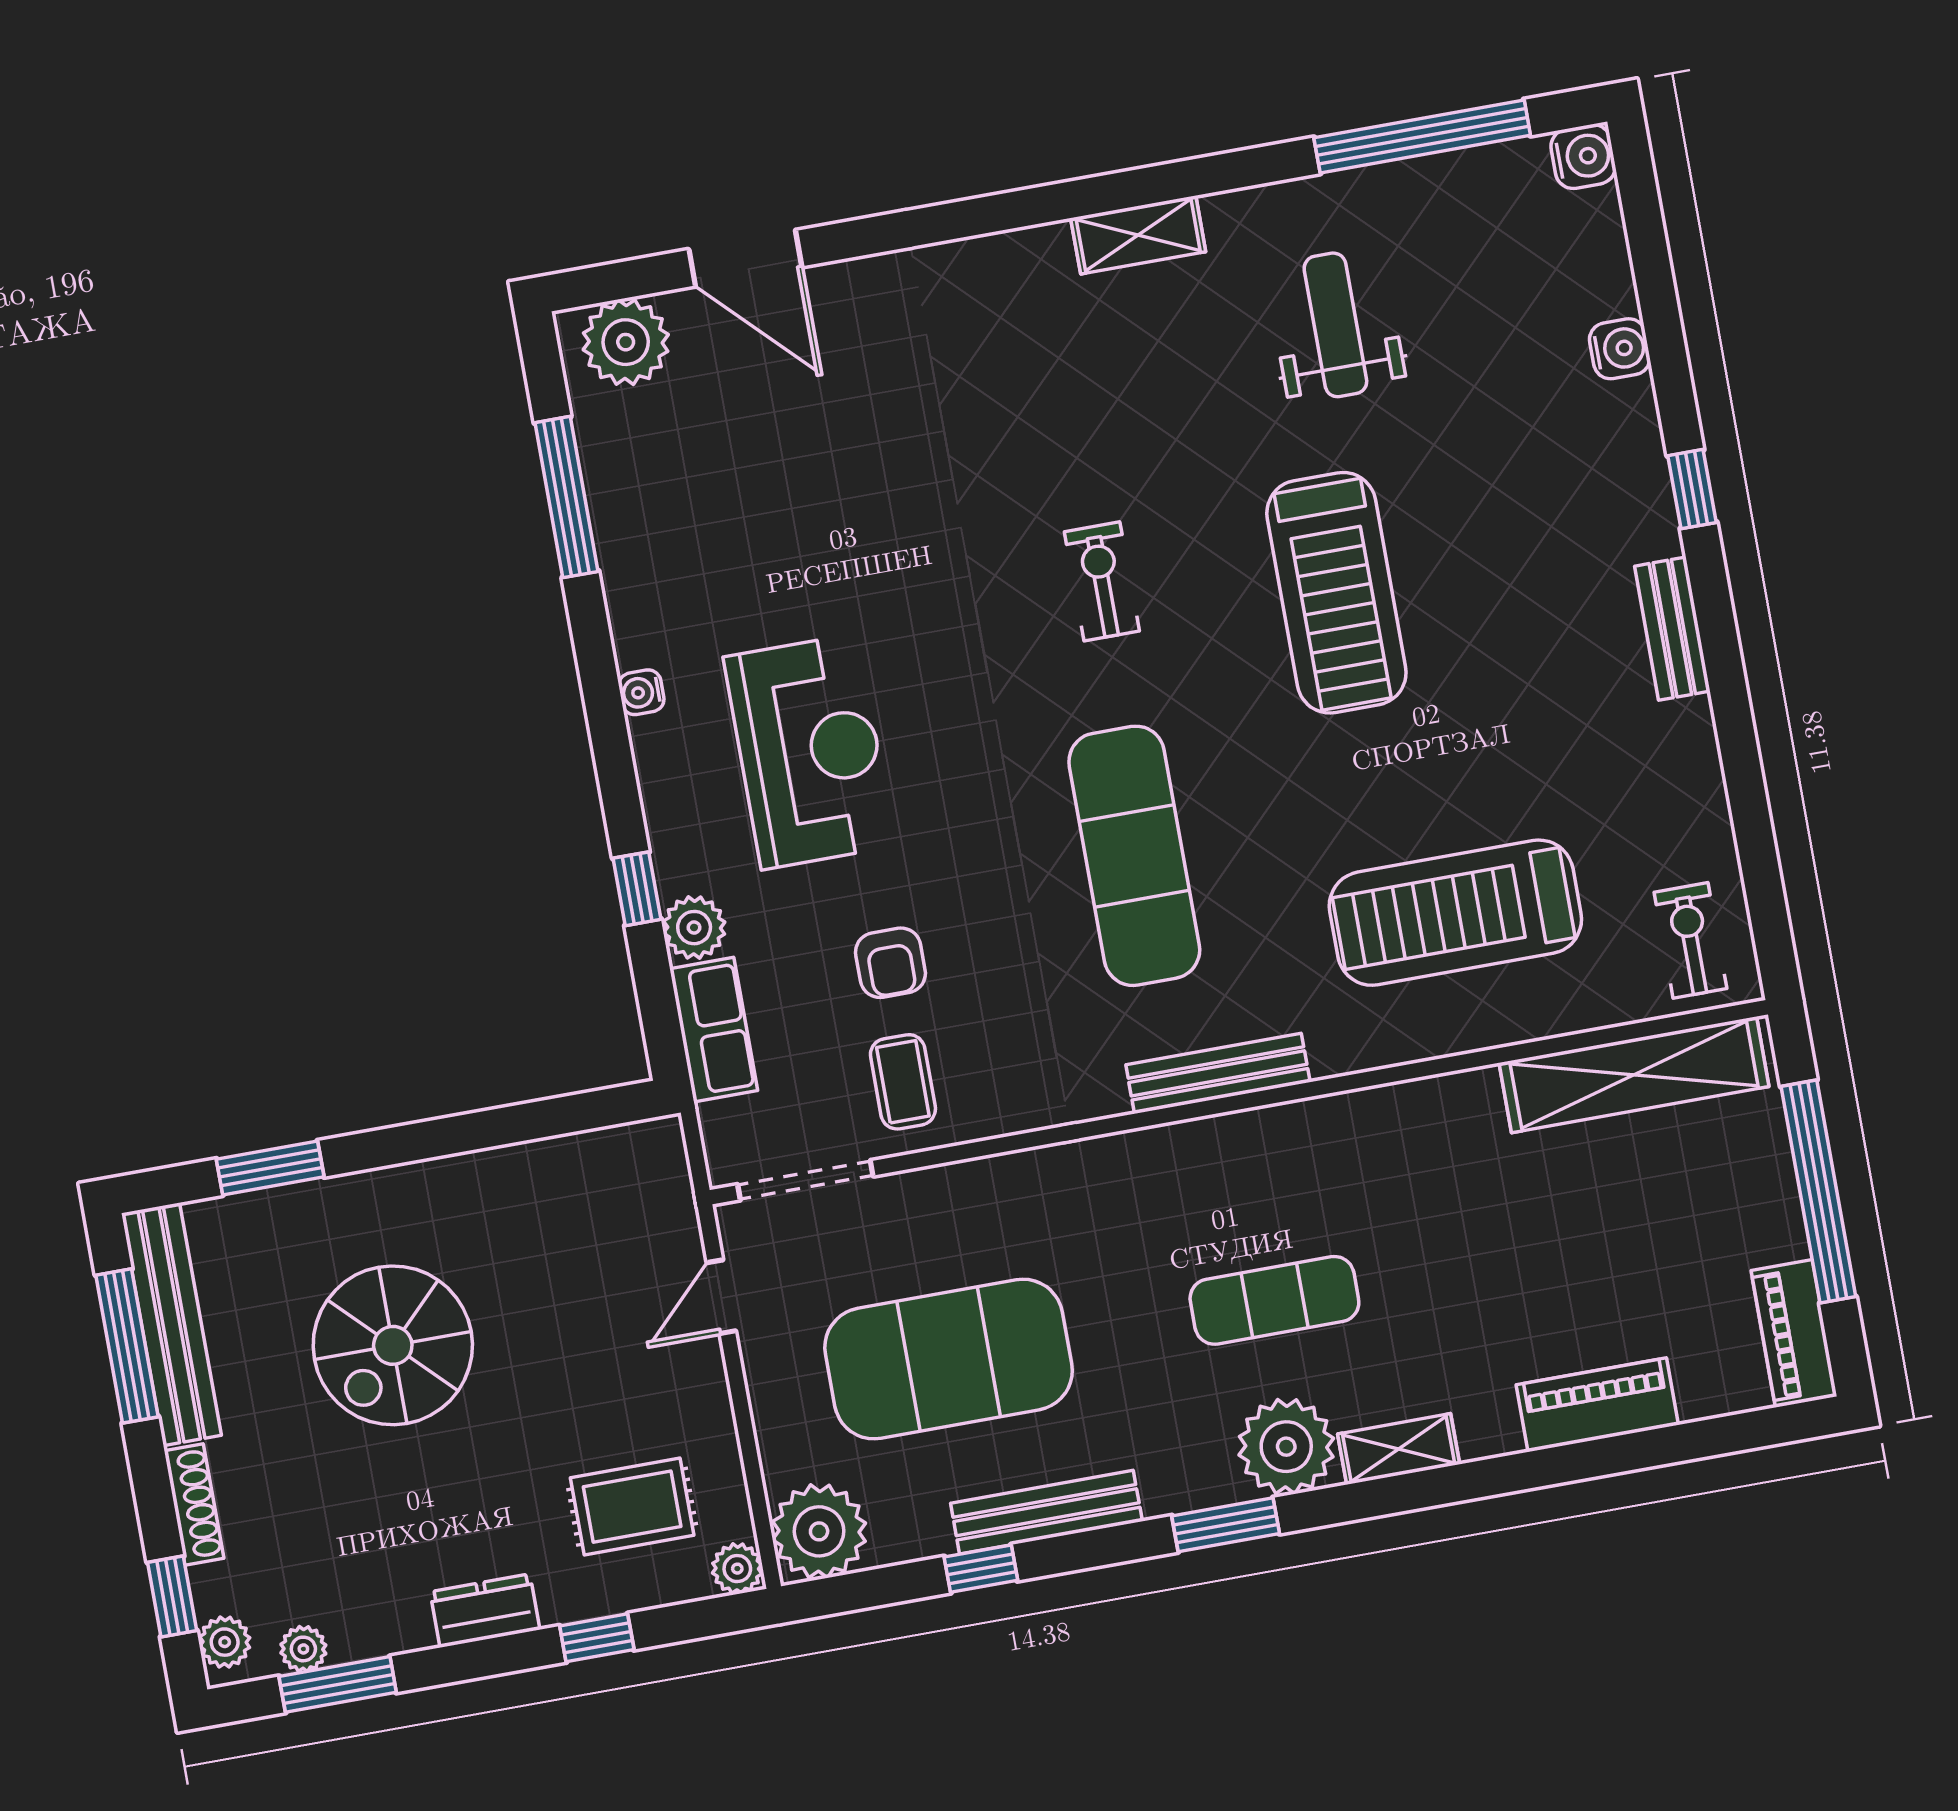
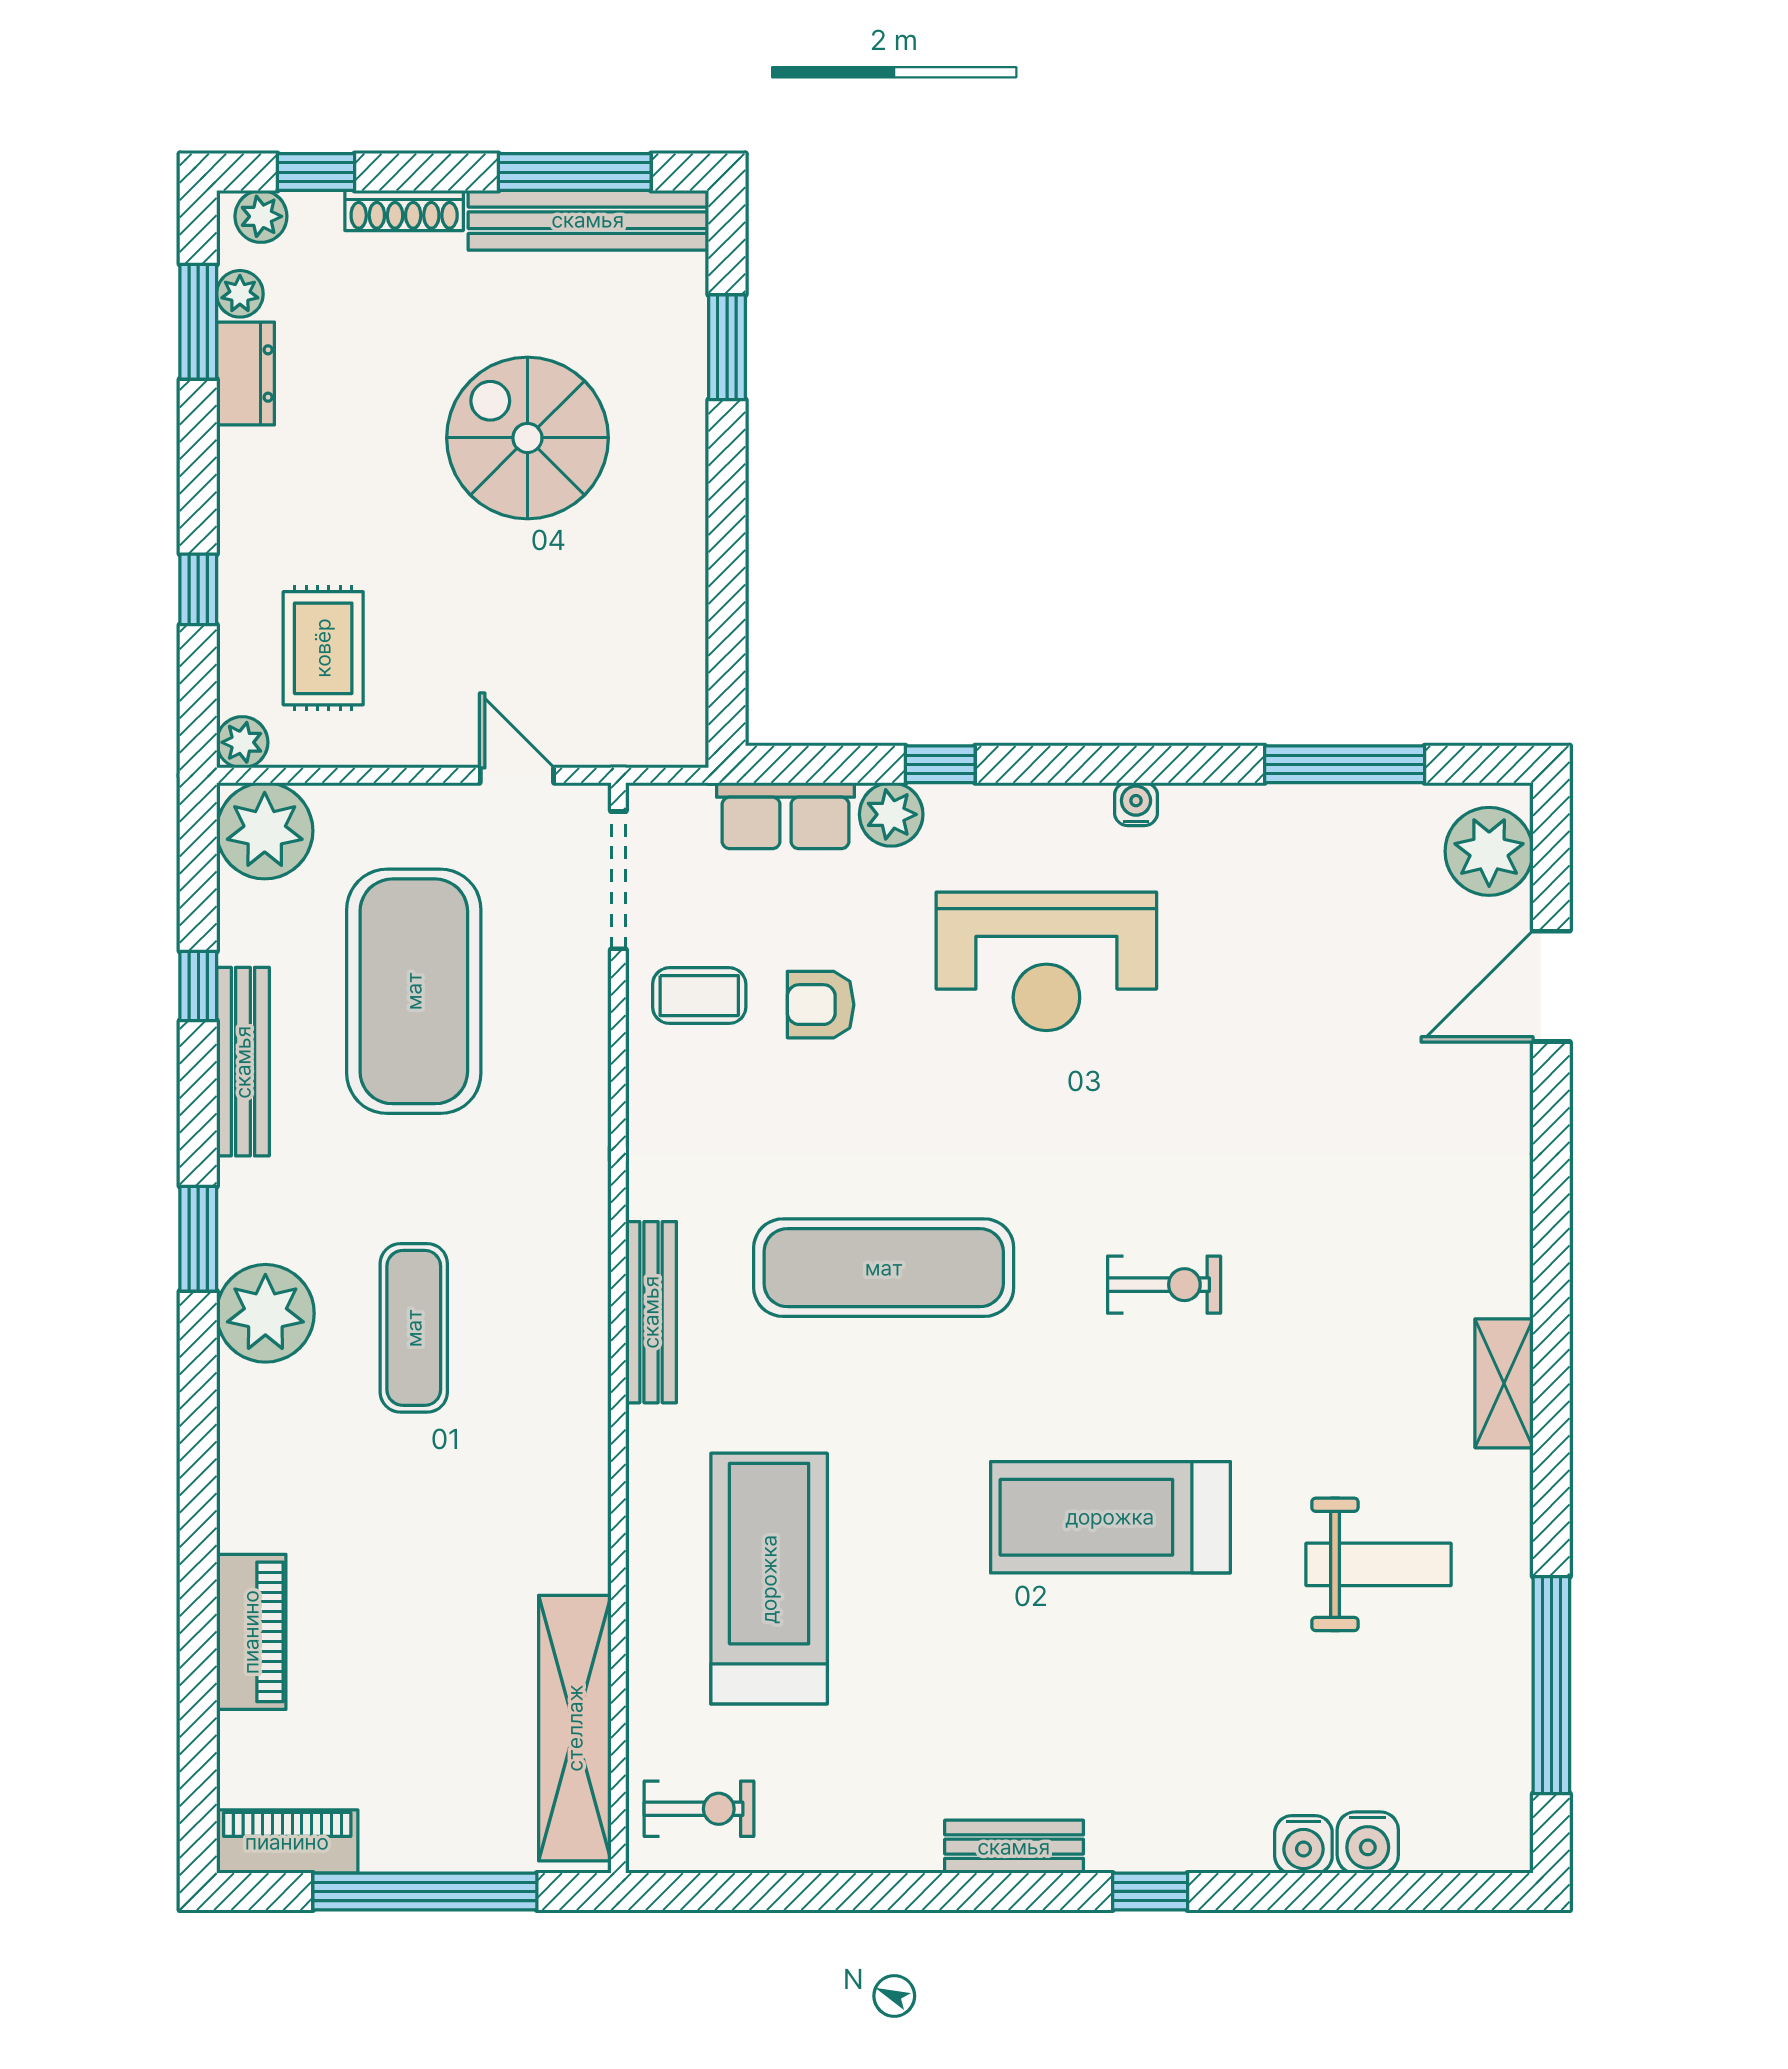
water cooler: (1583, 156) -> (1368, 1842), moved
shelving: (1399, 1449) -> (243, 1425), removed
dresser: (485, 1611) -> (246, 374), moved

